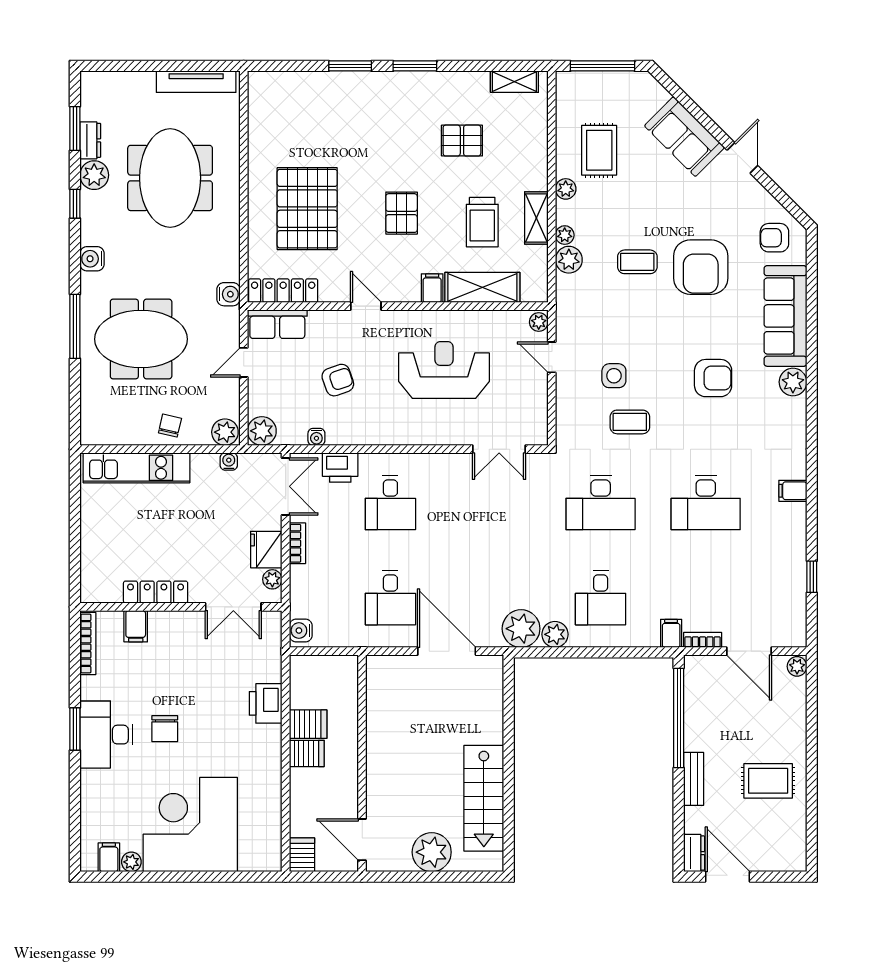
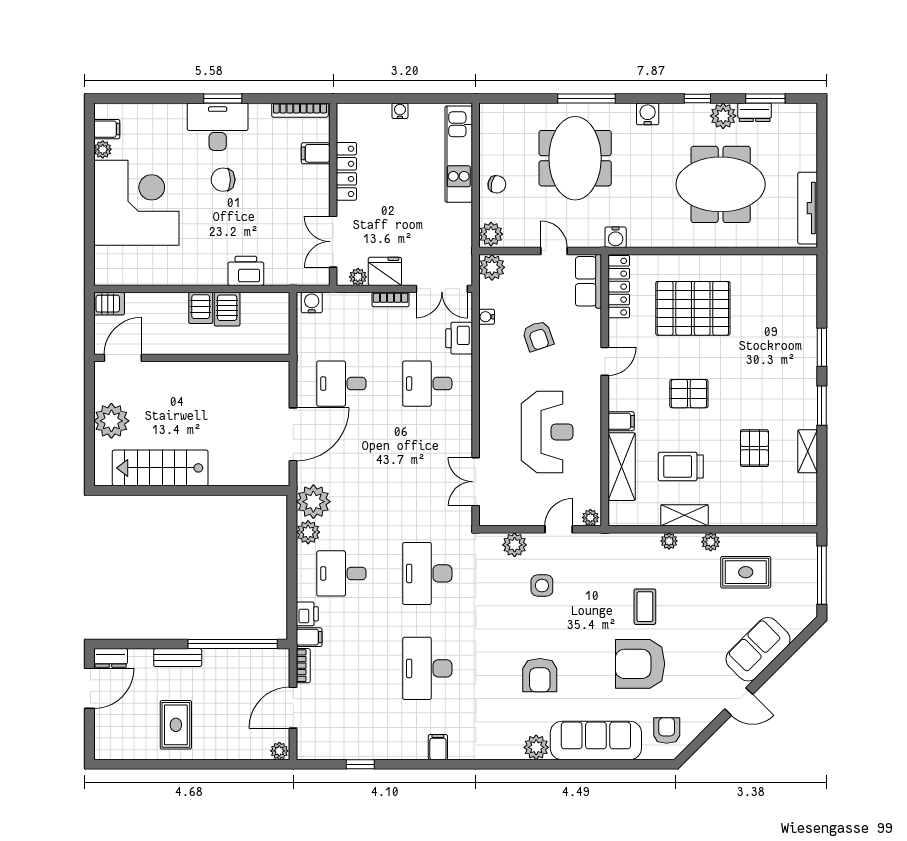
shelving: (514, 82) -> (808, 451), moved
plant: (569, 260) -> (515, 545), moved
coffee table: (630, 422) -> (500, 600), removed
water cooler: (229, 462) -> (400, 111), moved, turned -90
printer: (645, 635) -> (307, 614), added

